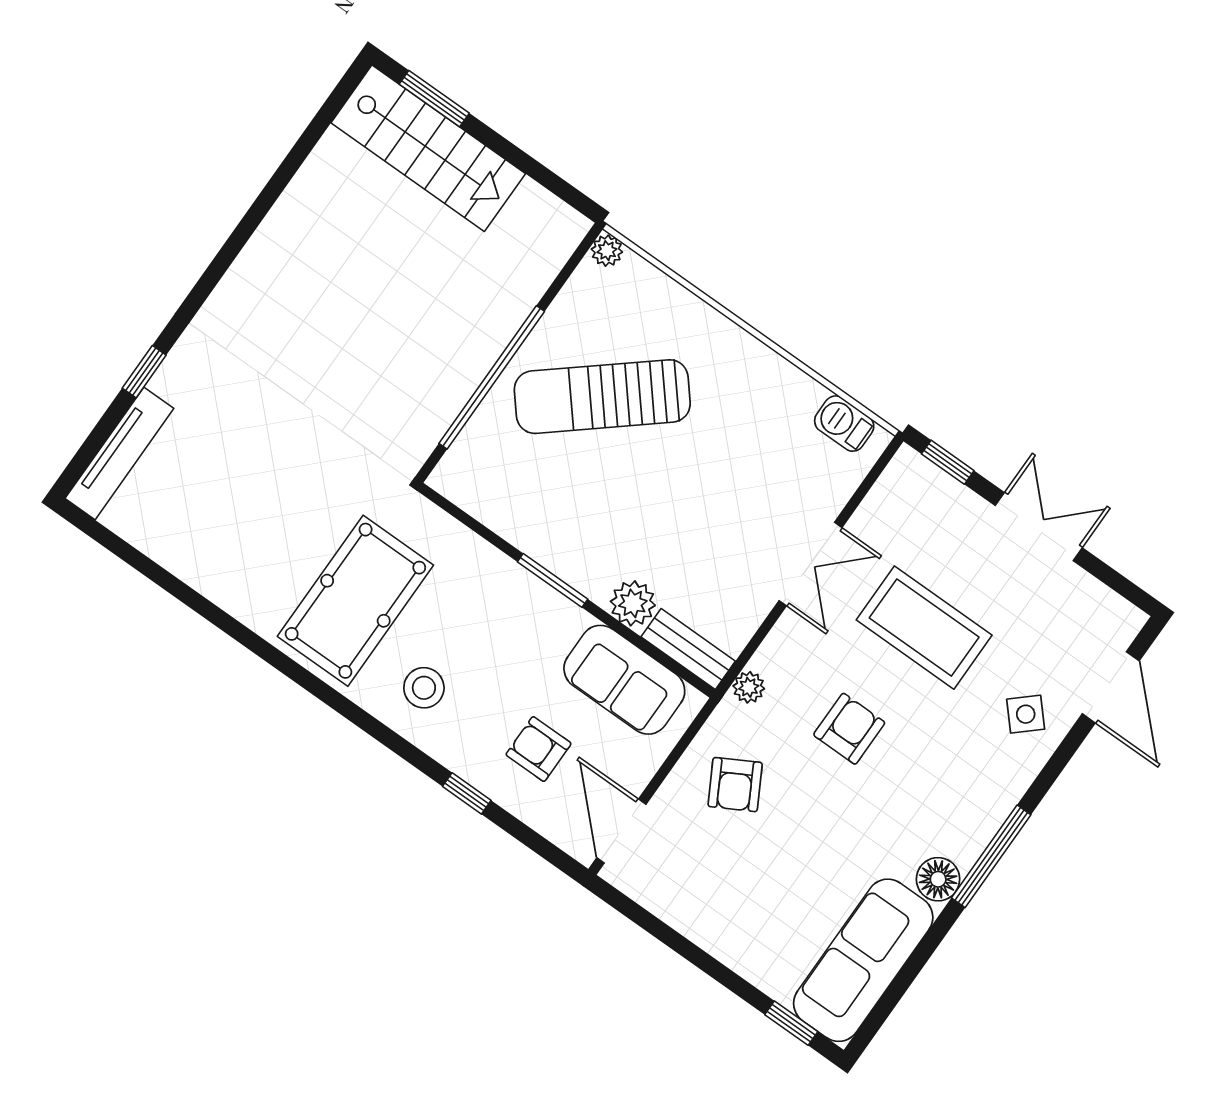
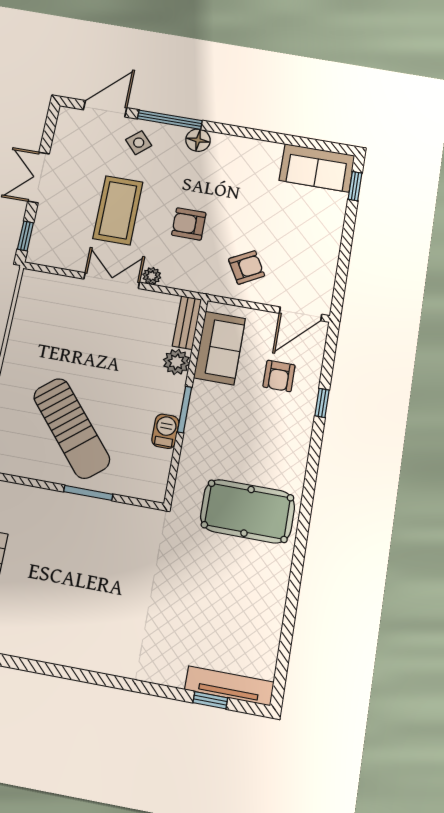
window: (144, 372) -> (210, 700), moved
window: (492, 377) -> (88, 493), width x0.47
barbecue: (844, 424) -> (165, 431), moved, turned 180
plant: (749, 687) -> (152, 276), moved
stool: (424, 688) -> (277, 452), removed
window: (991, 856) -> (170, 120), moved
floor lamp: (938, 879) -> (198, 140), moved
sofa: (863, 960) -> (317, 168), width x0.73

